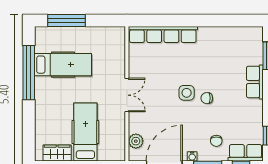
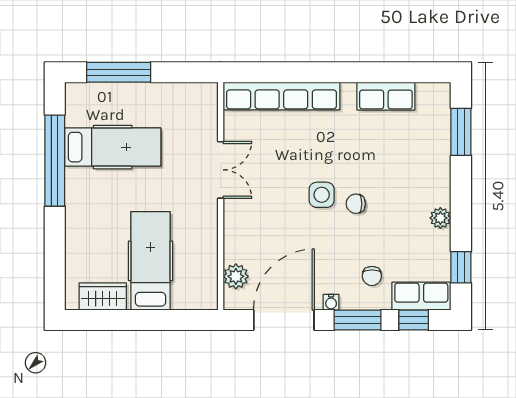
row of seats: (255, 82) -> (386, 96), moved, turned -90
double door: (127, 95) -> (221, 170), moved
plant: (257, 107) -> (440, 218), added

